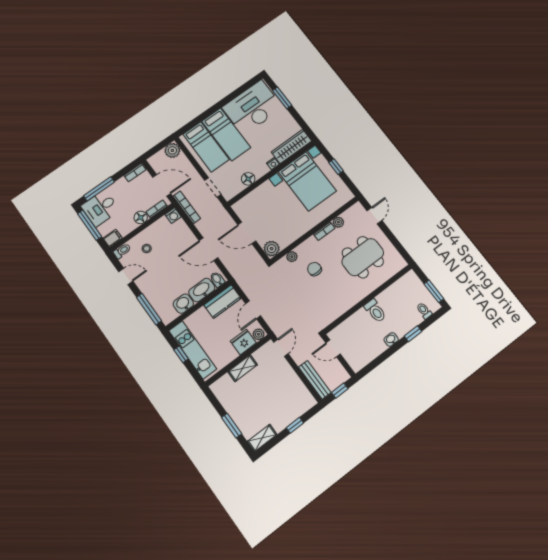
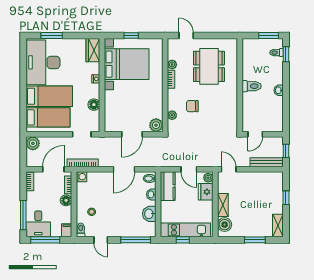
wardrobe: (292, 146) -> (93, 50), width x0.67
door: (126, 276) -> (101, 240), swing flipped
washbasin: (202, 290) -> (151, 194), width x0.52, depth x0.69
window: (413, 334) -> (286, 54), moved
boiler: (225, 384) -> (225, 225), added

